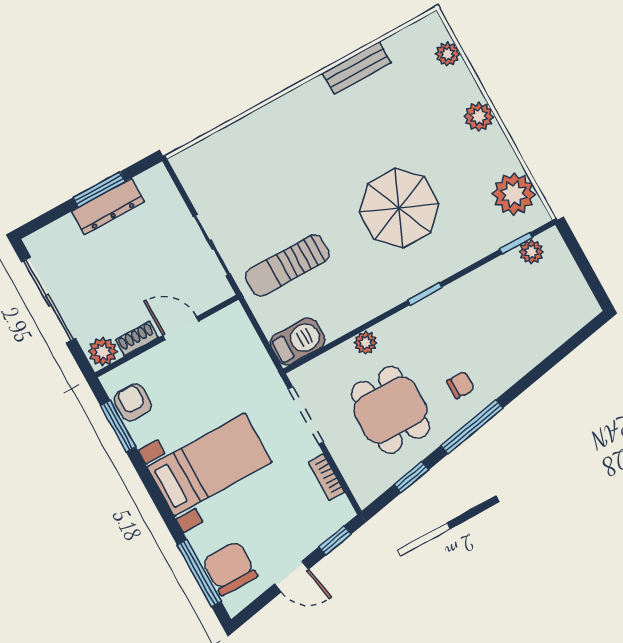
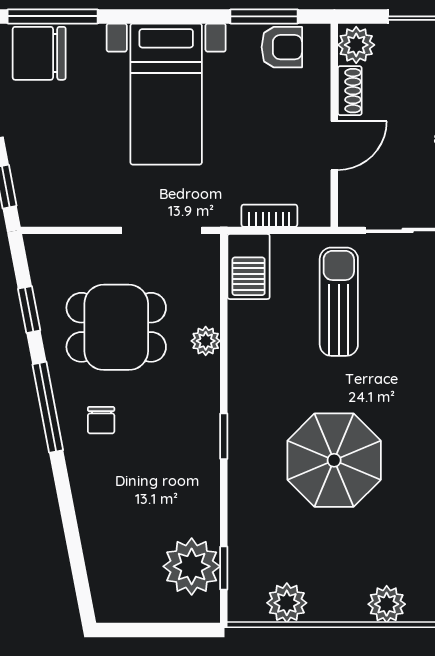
plant: (514, 194) -> (287, 603), width x0.73, depth x0.73
plant: (531, 252) -> (192, 566), width x1.88, depth x1.88
bookcase: (326, 477) -> (269, 216), moved
chair: (230, 568) -> (39, 53), turned 180

